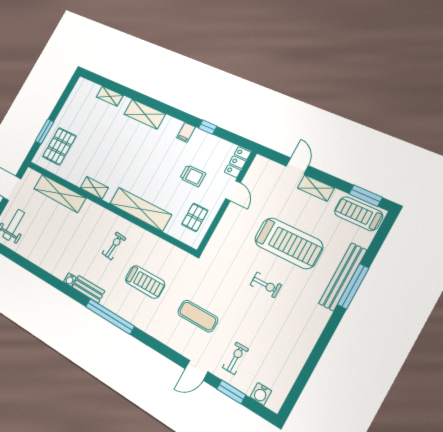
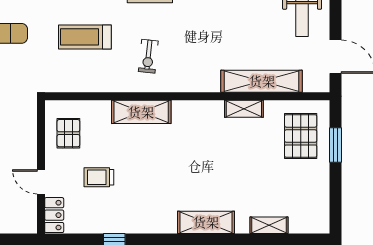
filing cabinet: (186, 132) -> (138, 222), removed
shelving: (94, 188) -> (244, 109), moved
shelving: (140, 209) -> (141, 112), width x0.68

